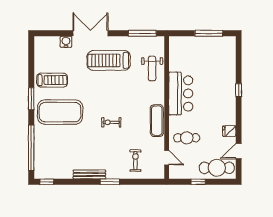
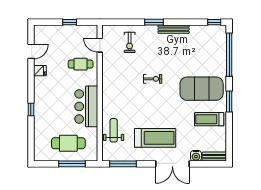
window: (209, 33) -> (72, 164), moved
bench: (47, 41) -> (214, 157), added
exercise mat: (157, 121) -> (109, 81), removed
cafe table: (217, 168) -> (68, 143), moved

